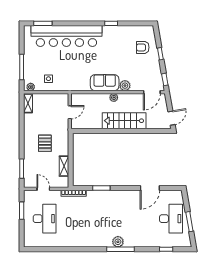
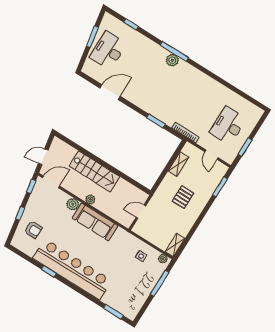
bar counter: (66, 36) -> (72, 269), moved
sofa: (105, 83) -> (95, 222), width x1.36
door: (172, 118) -> (43, 157), moved

